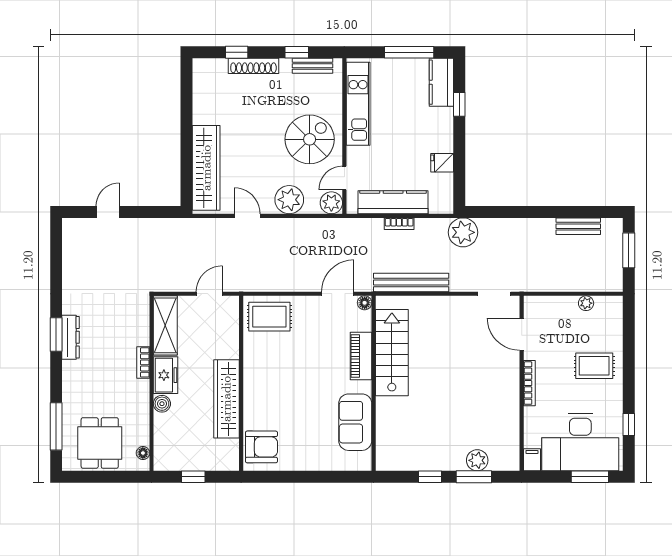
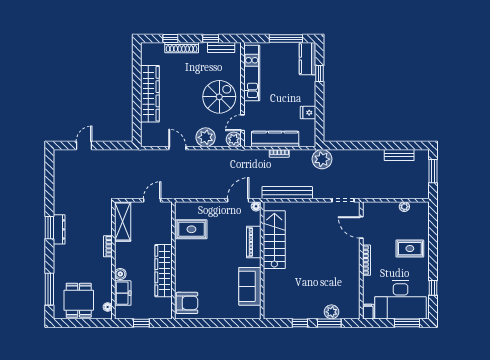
wardrobe: (206, 168) -> (150, 94), moved
rug: (269, 317) -> (191, 229), moved
freezer: (166, 375) -> (123, 293), moved

